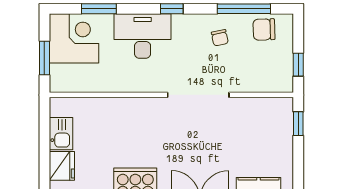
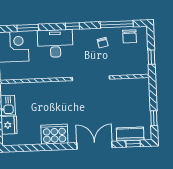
chair: (264, 29) -> (130, 36), turned -88
window: (298, 124) -> (154, 118), moved

